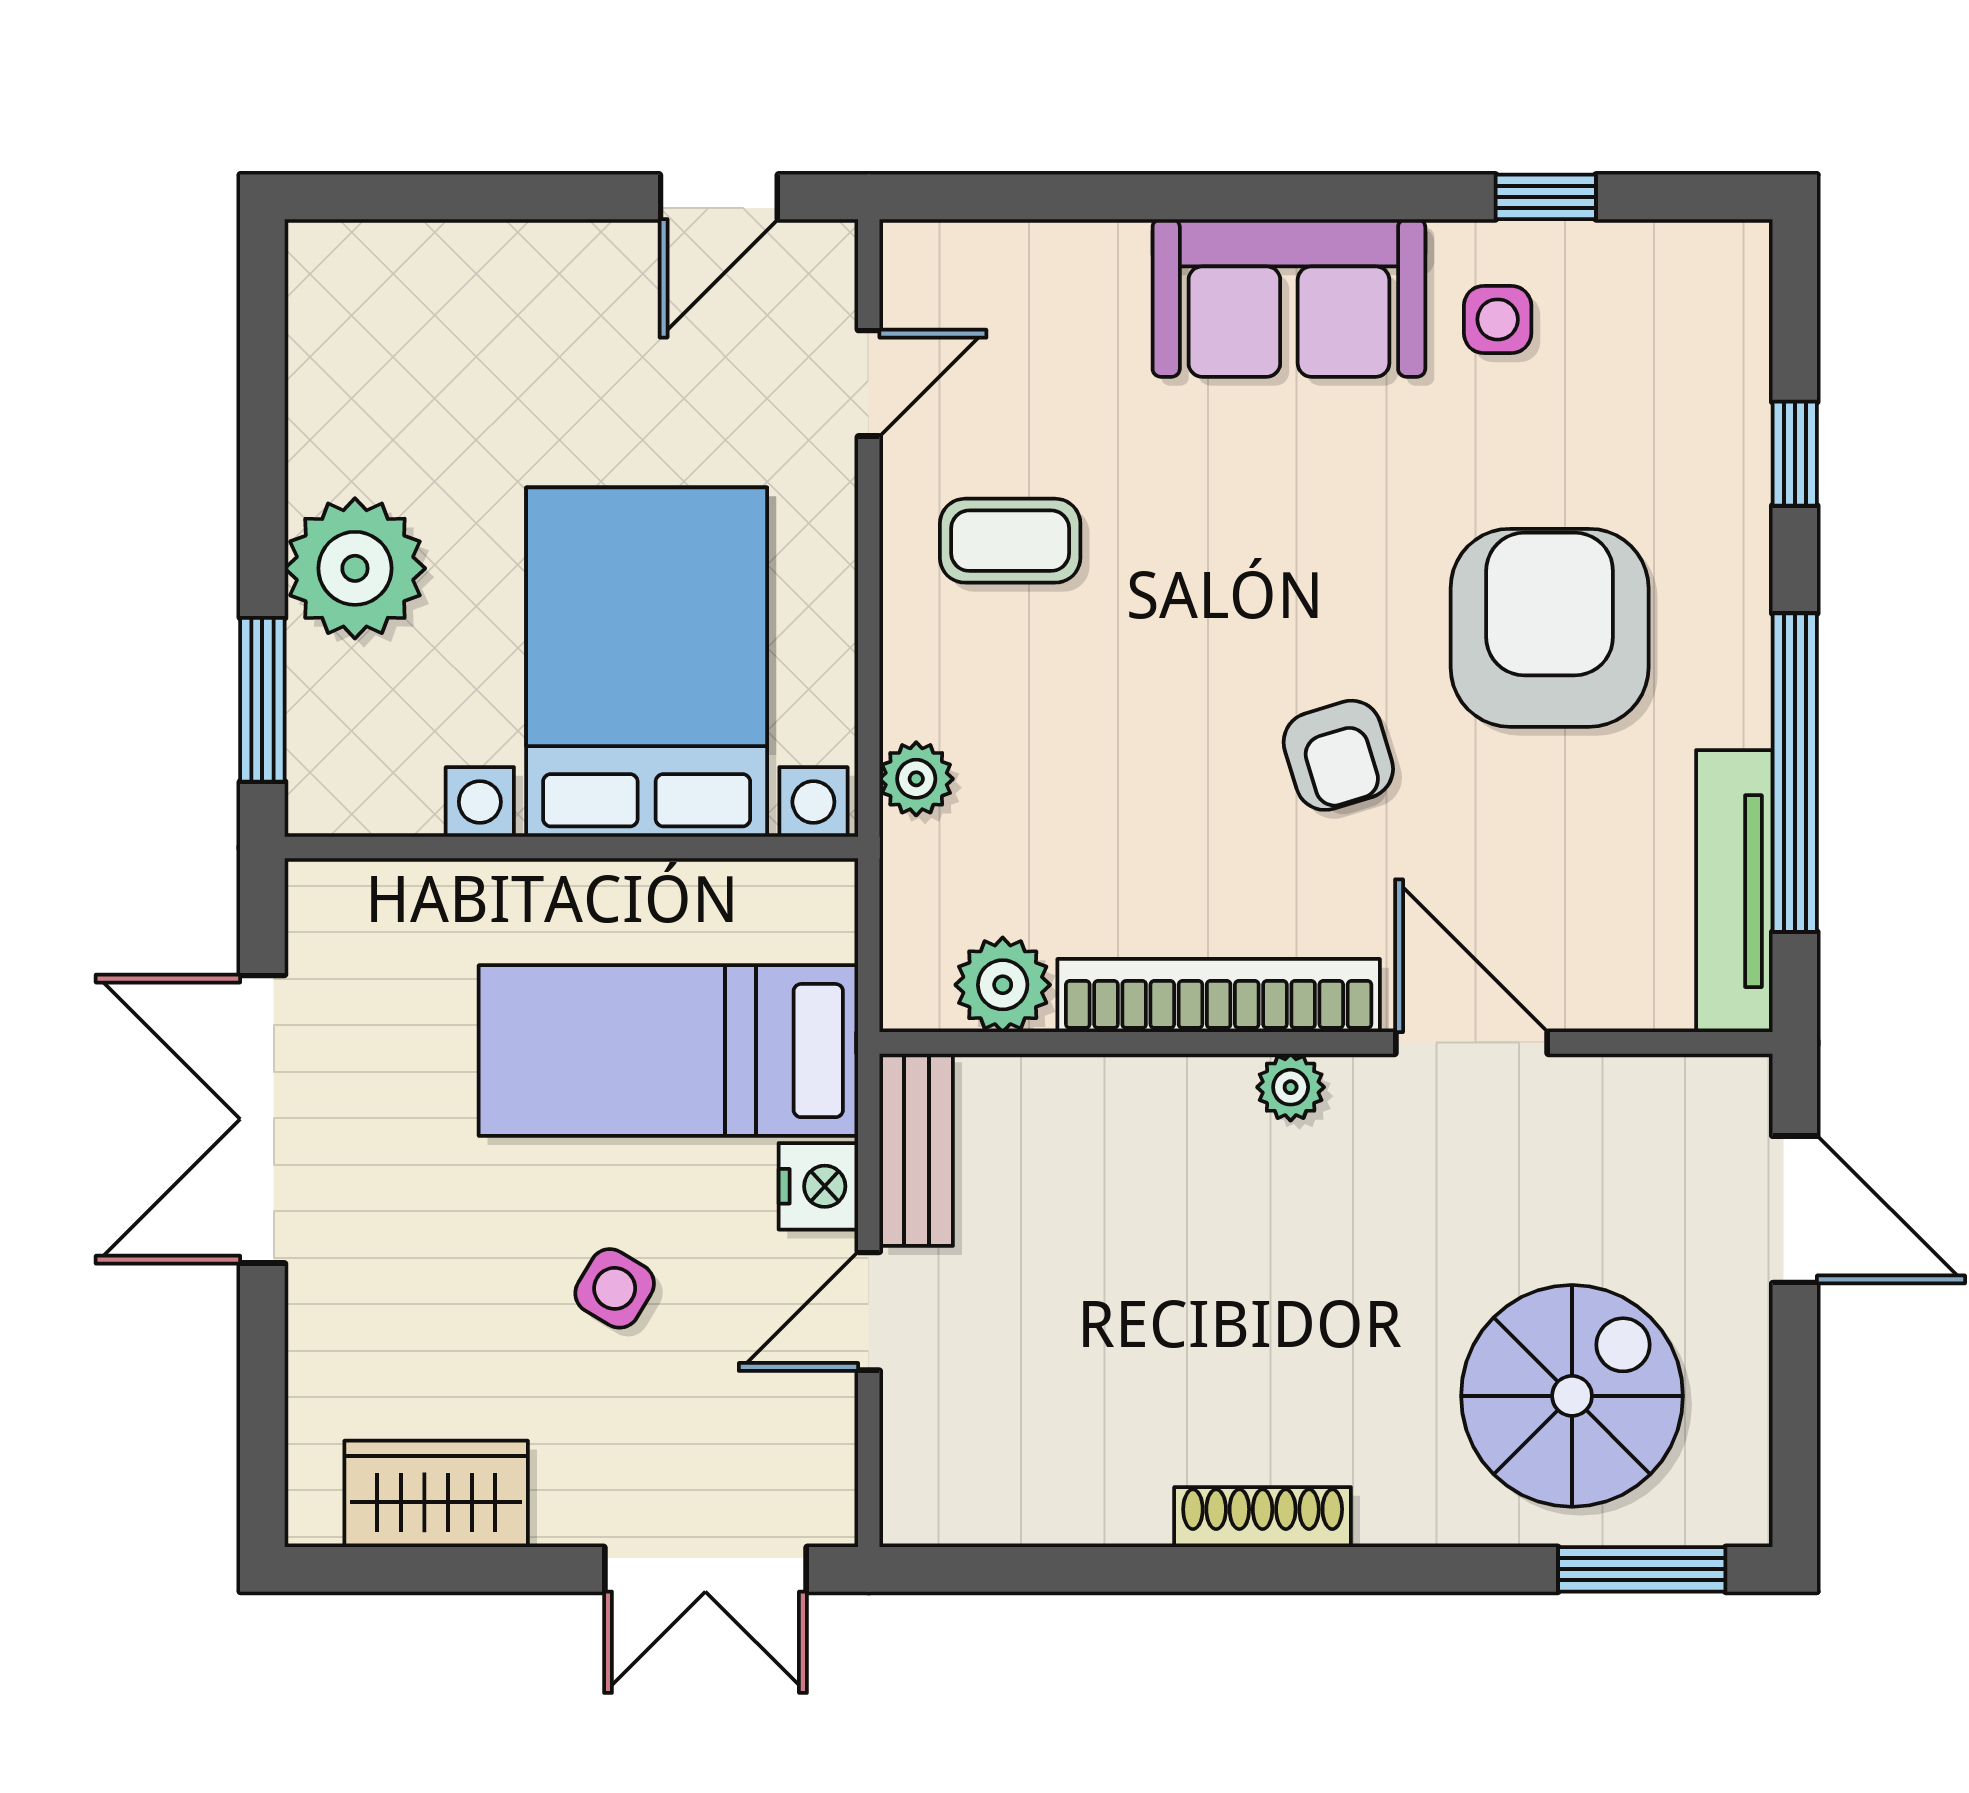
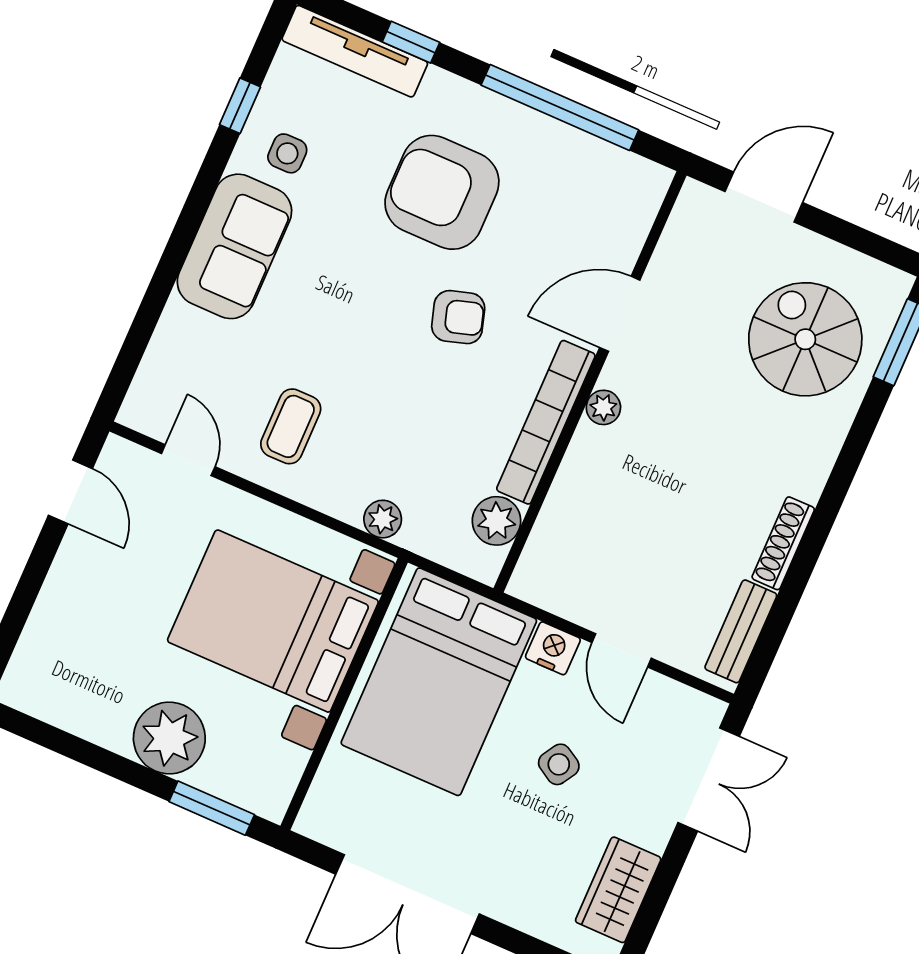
tv unit: (1734, 891) -> (355, 51), moved
bed: (668, 1051) -> (439, 682), width x1.50
bench: (916, 1150) -> (741, 631), moved, turned 90
shoe rack: (1263, 1517) -> (783, 543), moved

